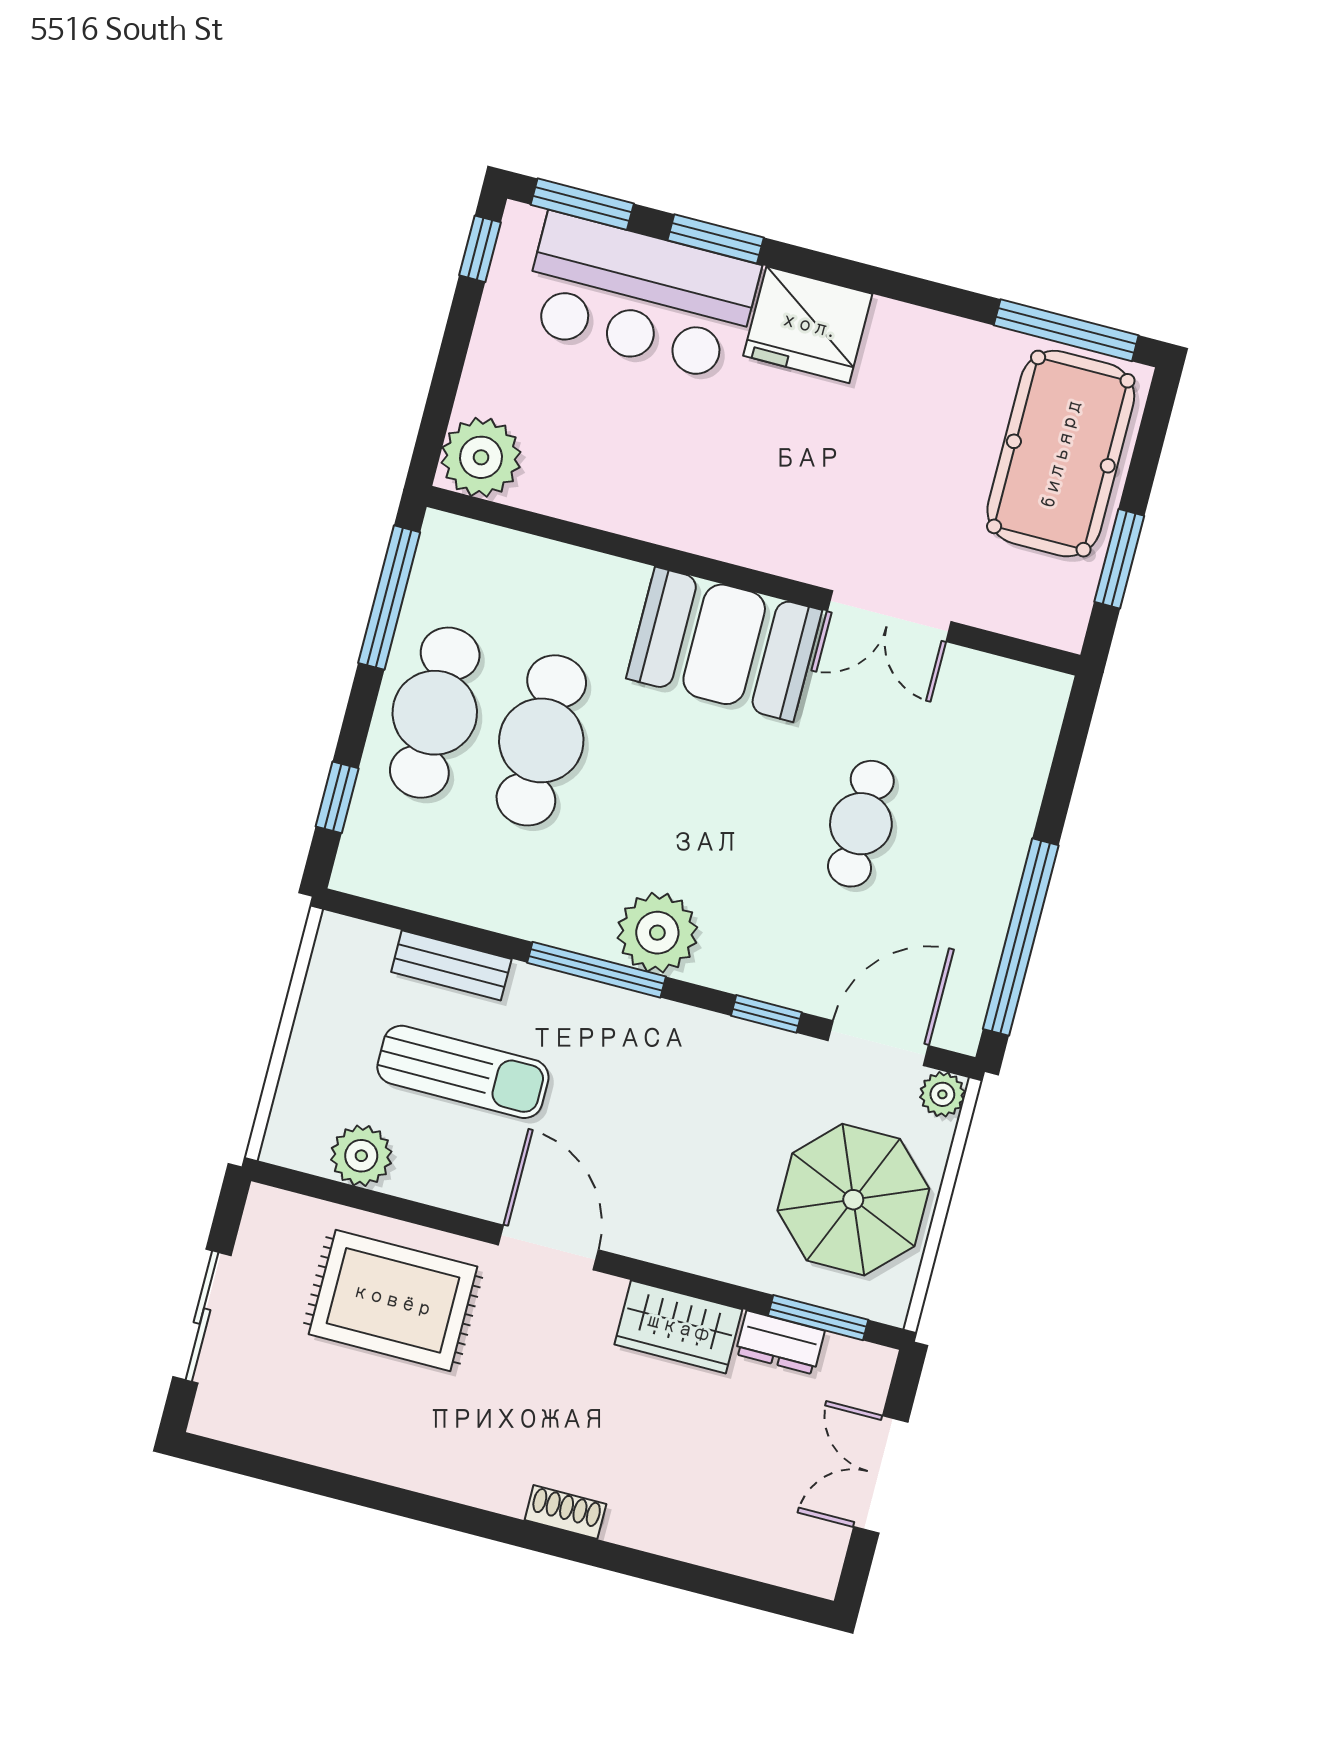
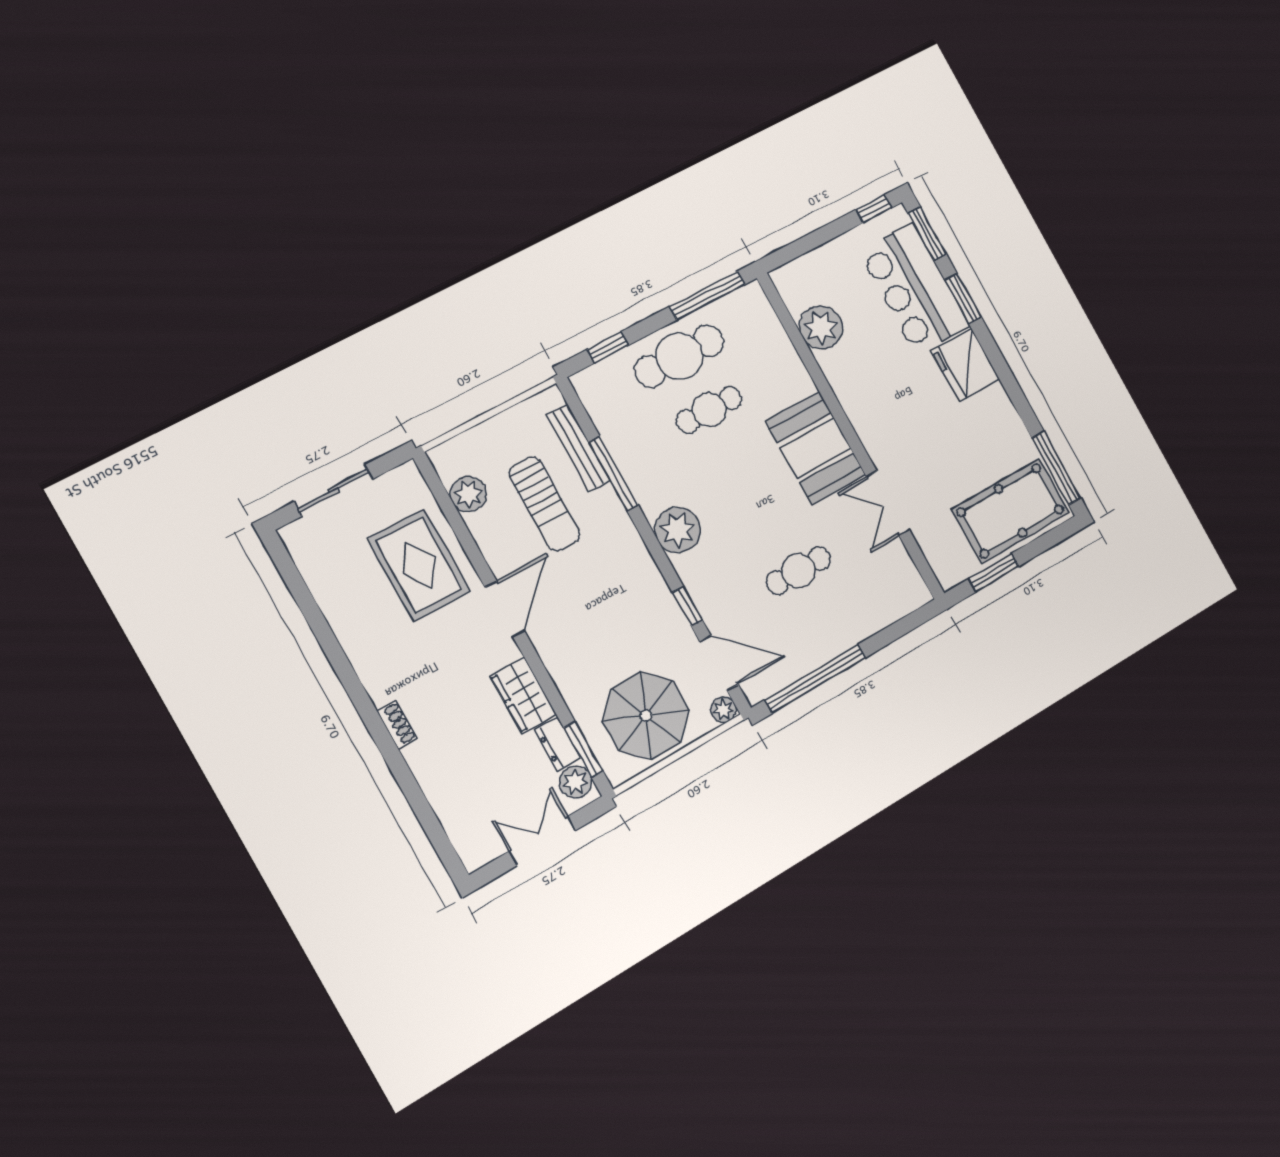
plant: (481, 457) -> (821, 328), moved
cafe table: (541, 740) -> (709, 410), width x0.73, depth x0.74
bench: (451, 965) -> (578, 448), width x1.36
window: (597, 970) -> (613, 474), moved
plant: (849, 1365) -> (576, 782), added

